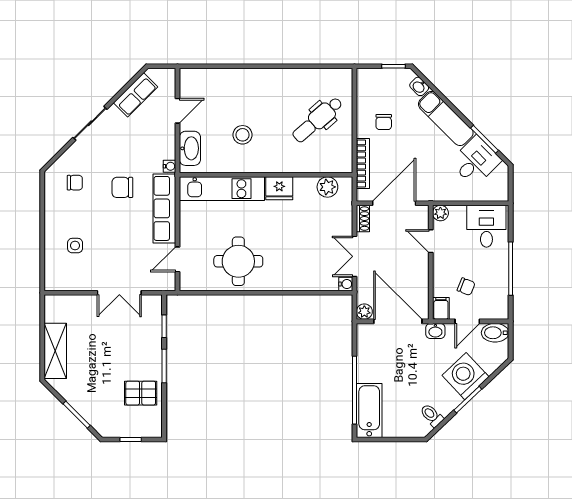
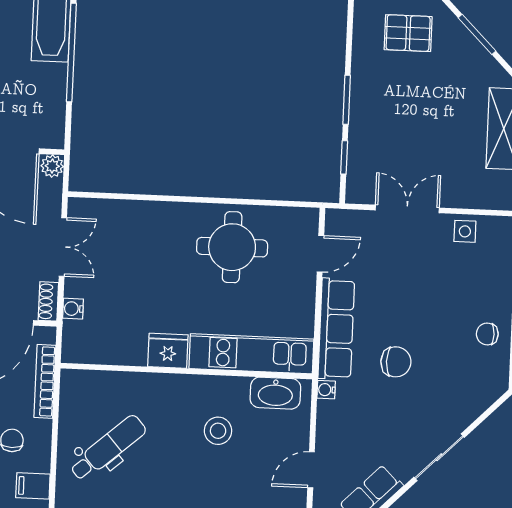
filing cabinet: (368, 91) -> (33, 486), added
washbasin: (190, 148) -> (275, 393), moved, turned -90
chair: (75, 183) -> (487, 334), moved
plant: (327, 187) -> (98, 350), removed
side table: (75, 246) -> (465, 231), moved
water cooler: (346, 284) -> (73, 309), moved
pallet: (141, 393) -> (408, 33), moved

